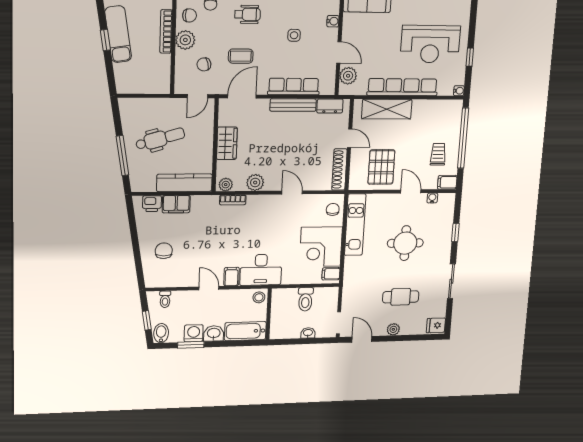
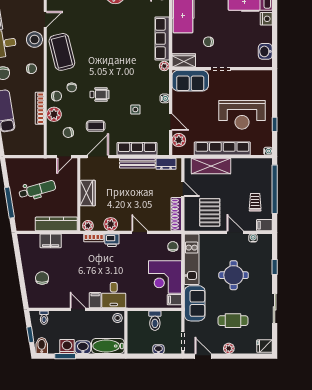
printer: (152, 204) -> (112, 240), moved
desk: (261, 270) -> (114, 295), width x0.73
sofa: (356, 278) -> (195, 303), added

